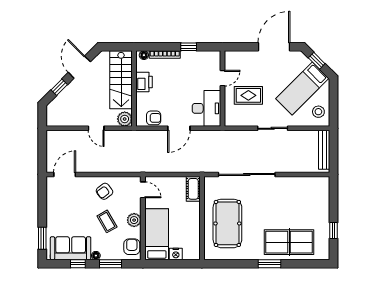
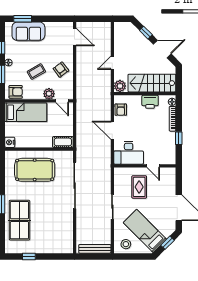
door: (143, 190) -> (62, 101), hinge flipped
plant: (134, 220) -> (49, 94), moved
sofa: (71, 248) -> (28, 31), moved, turned 90
nightstand: (176, 254) -> (10, 142), moved

